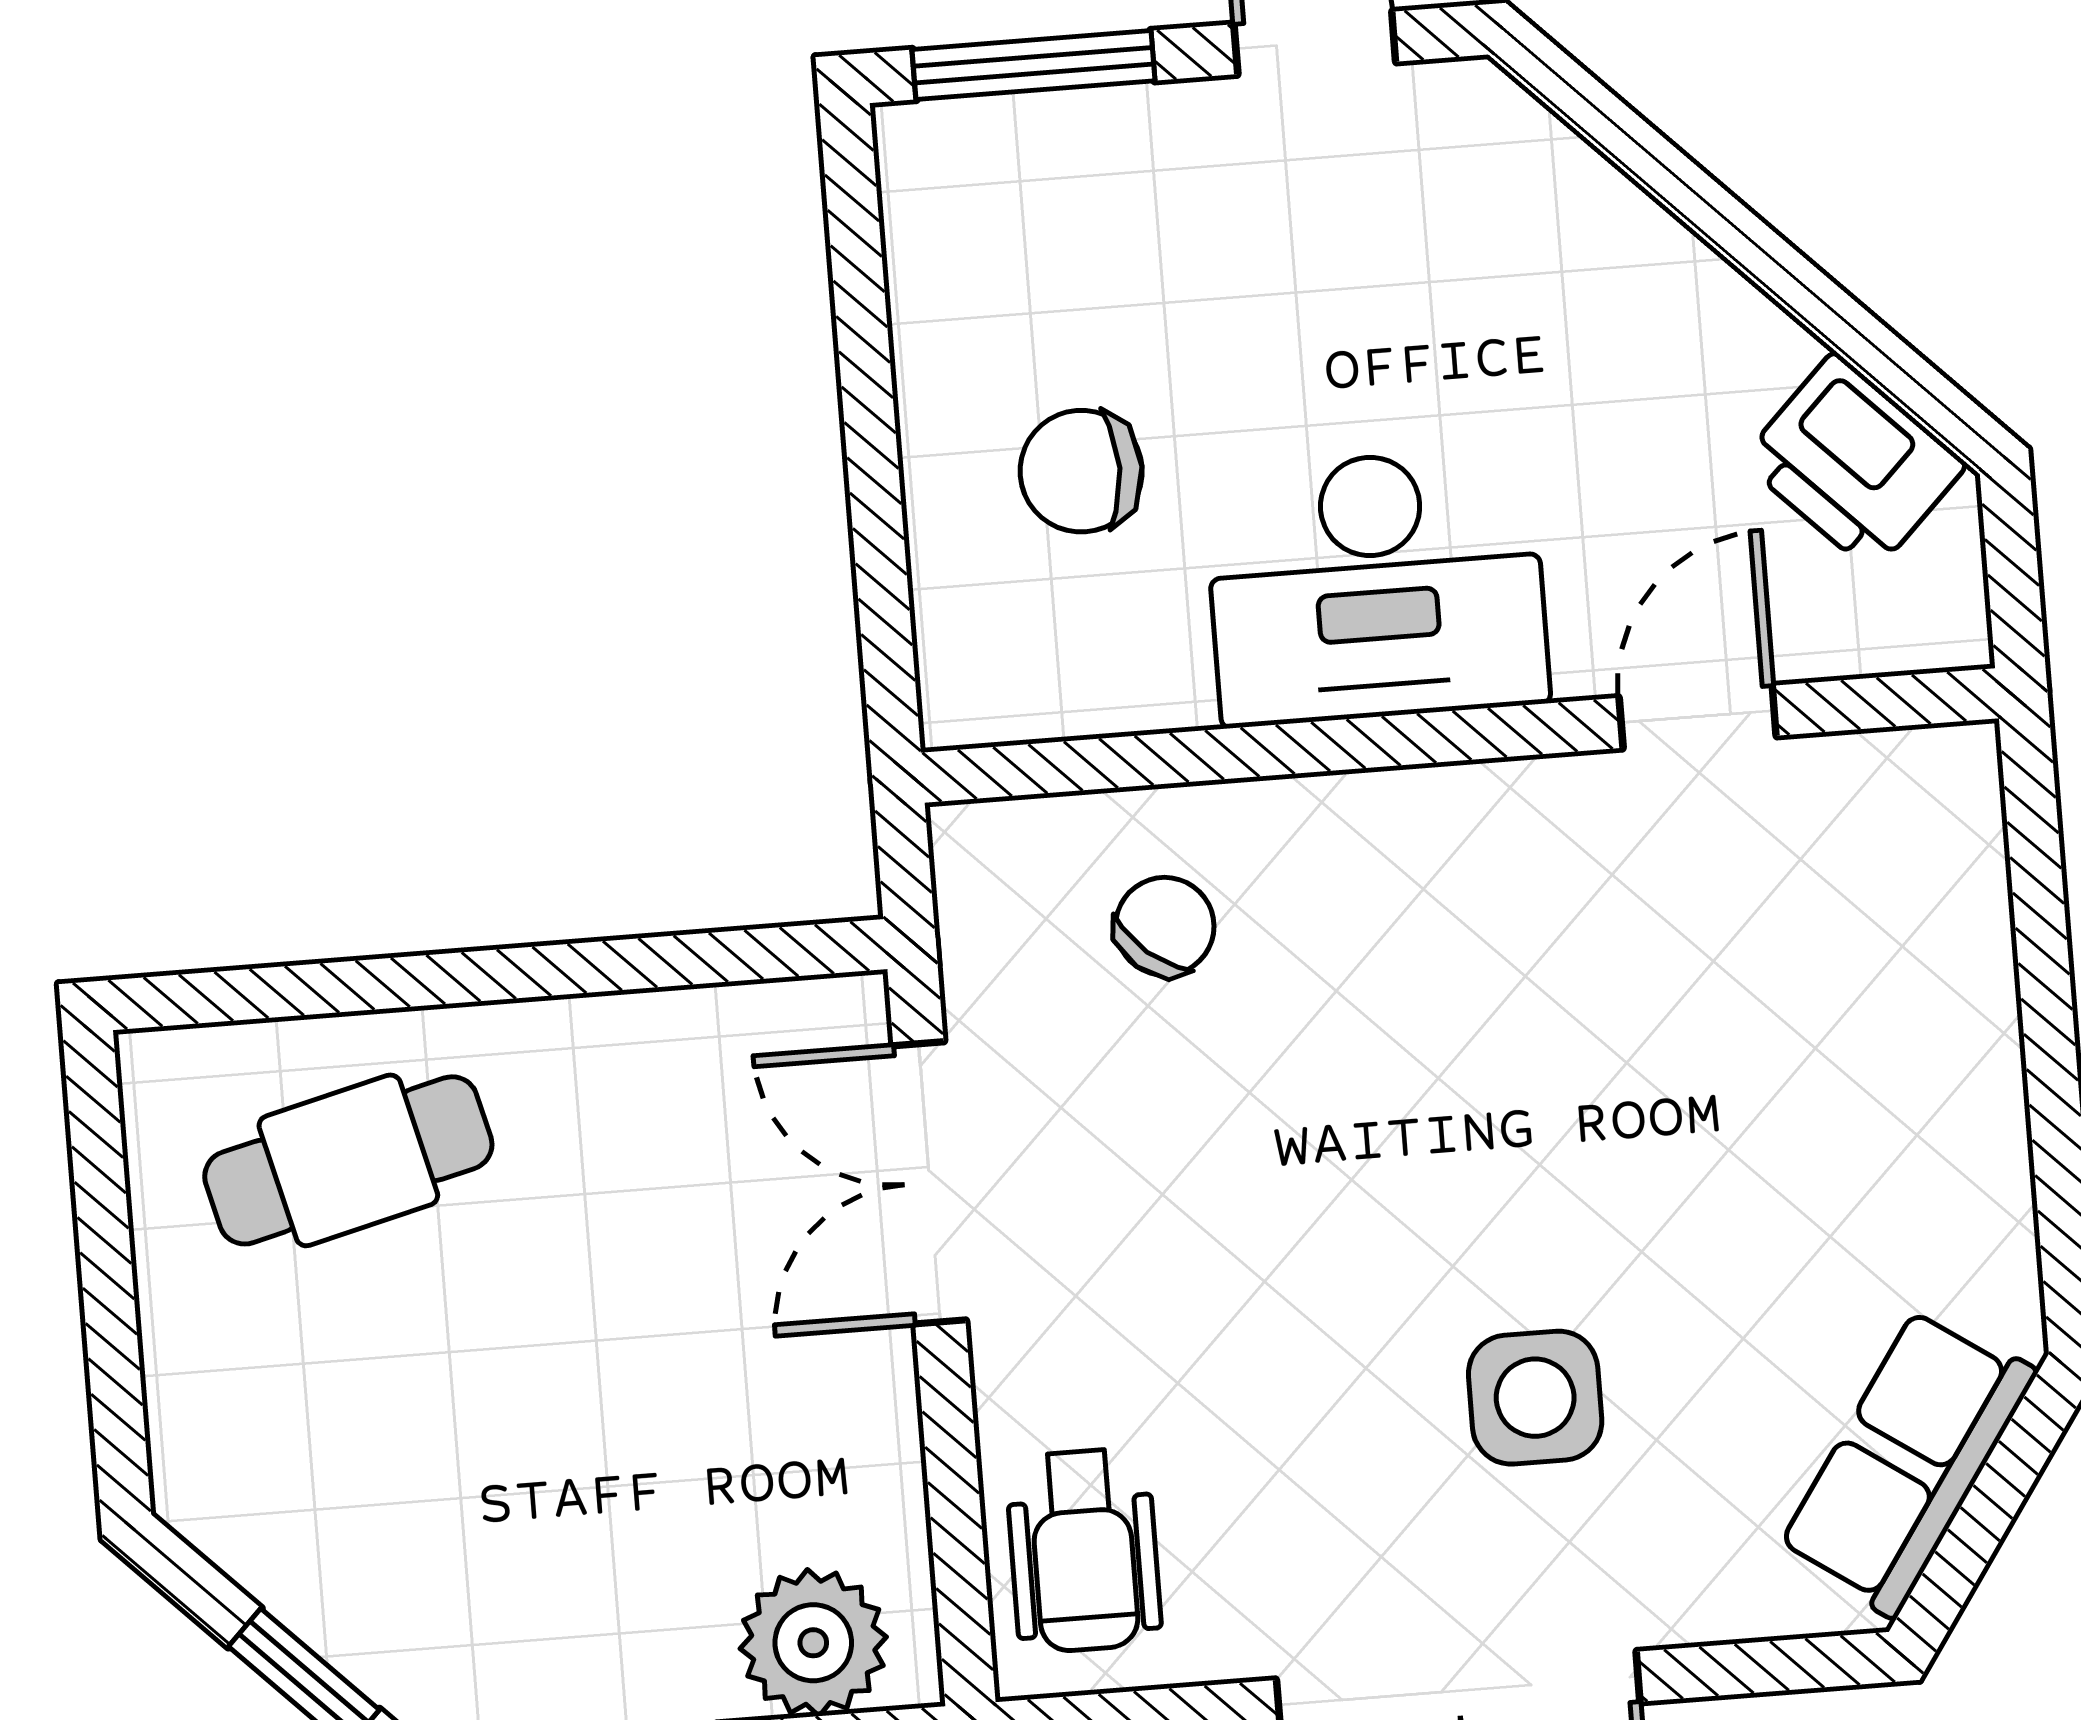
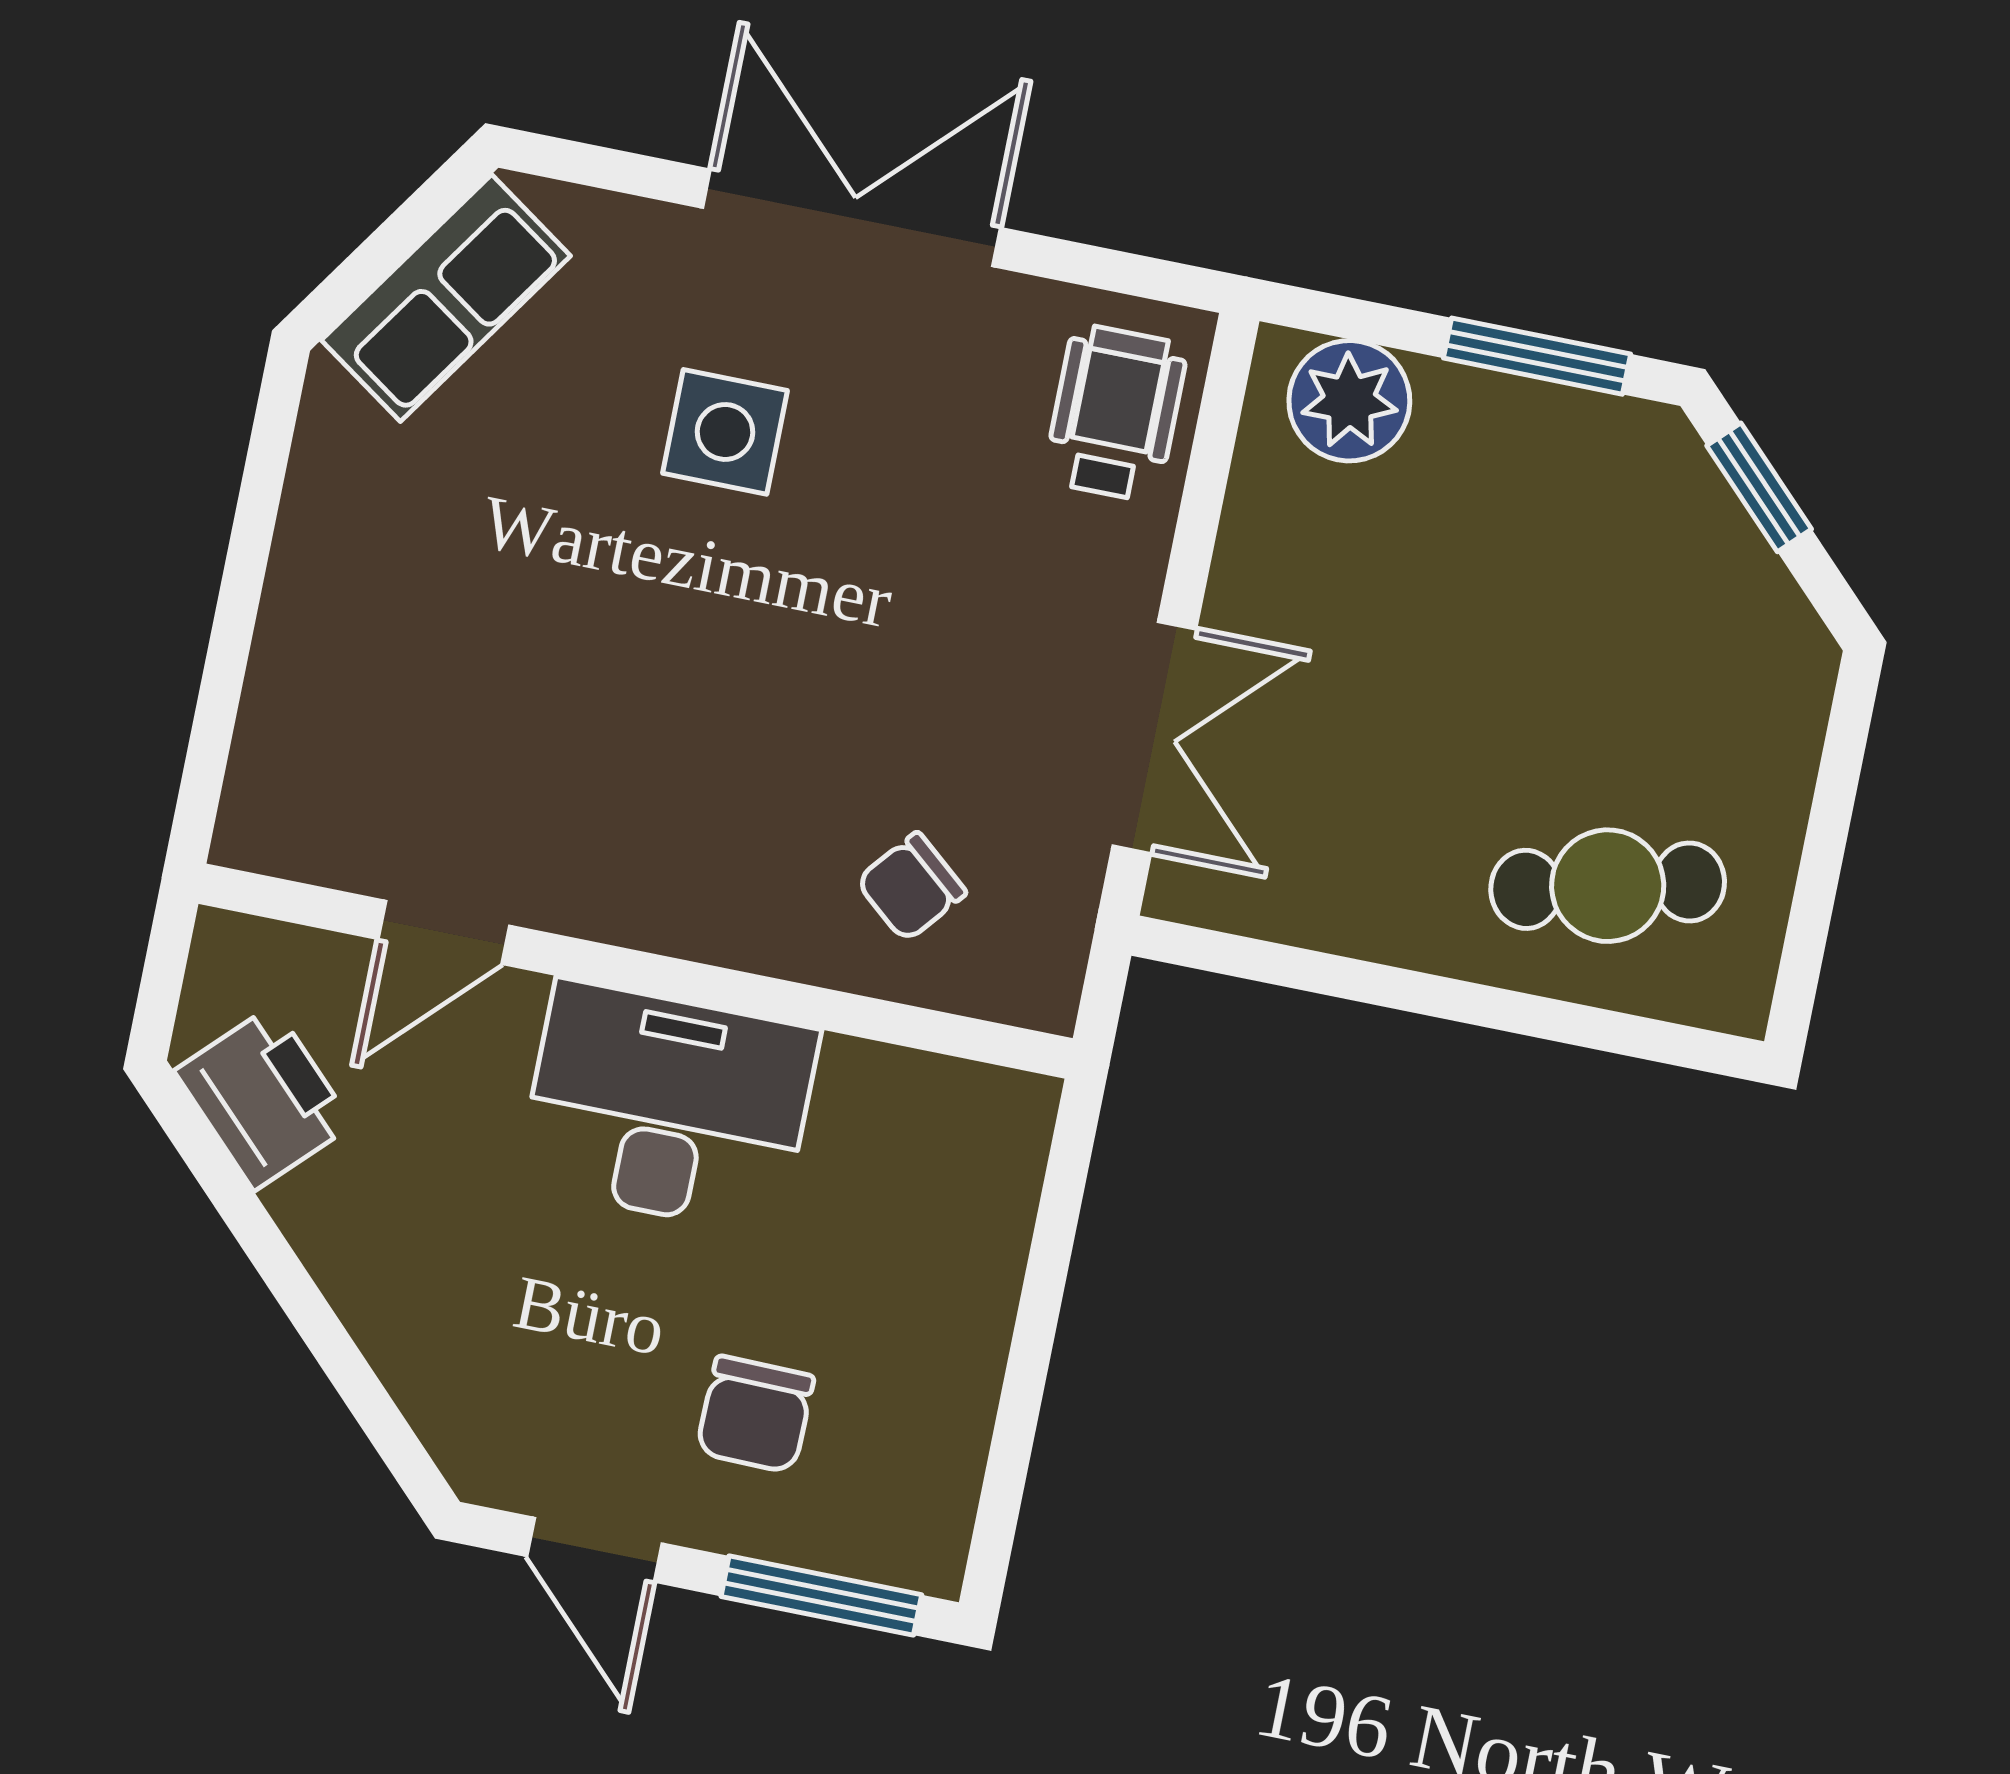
chair: (1081, 471) -> (755, 1414), moved, turned 91

